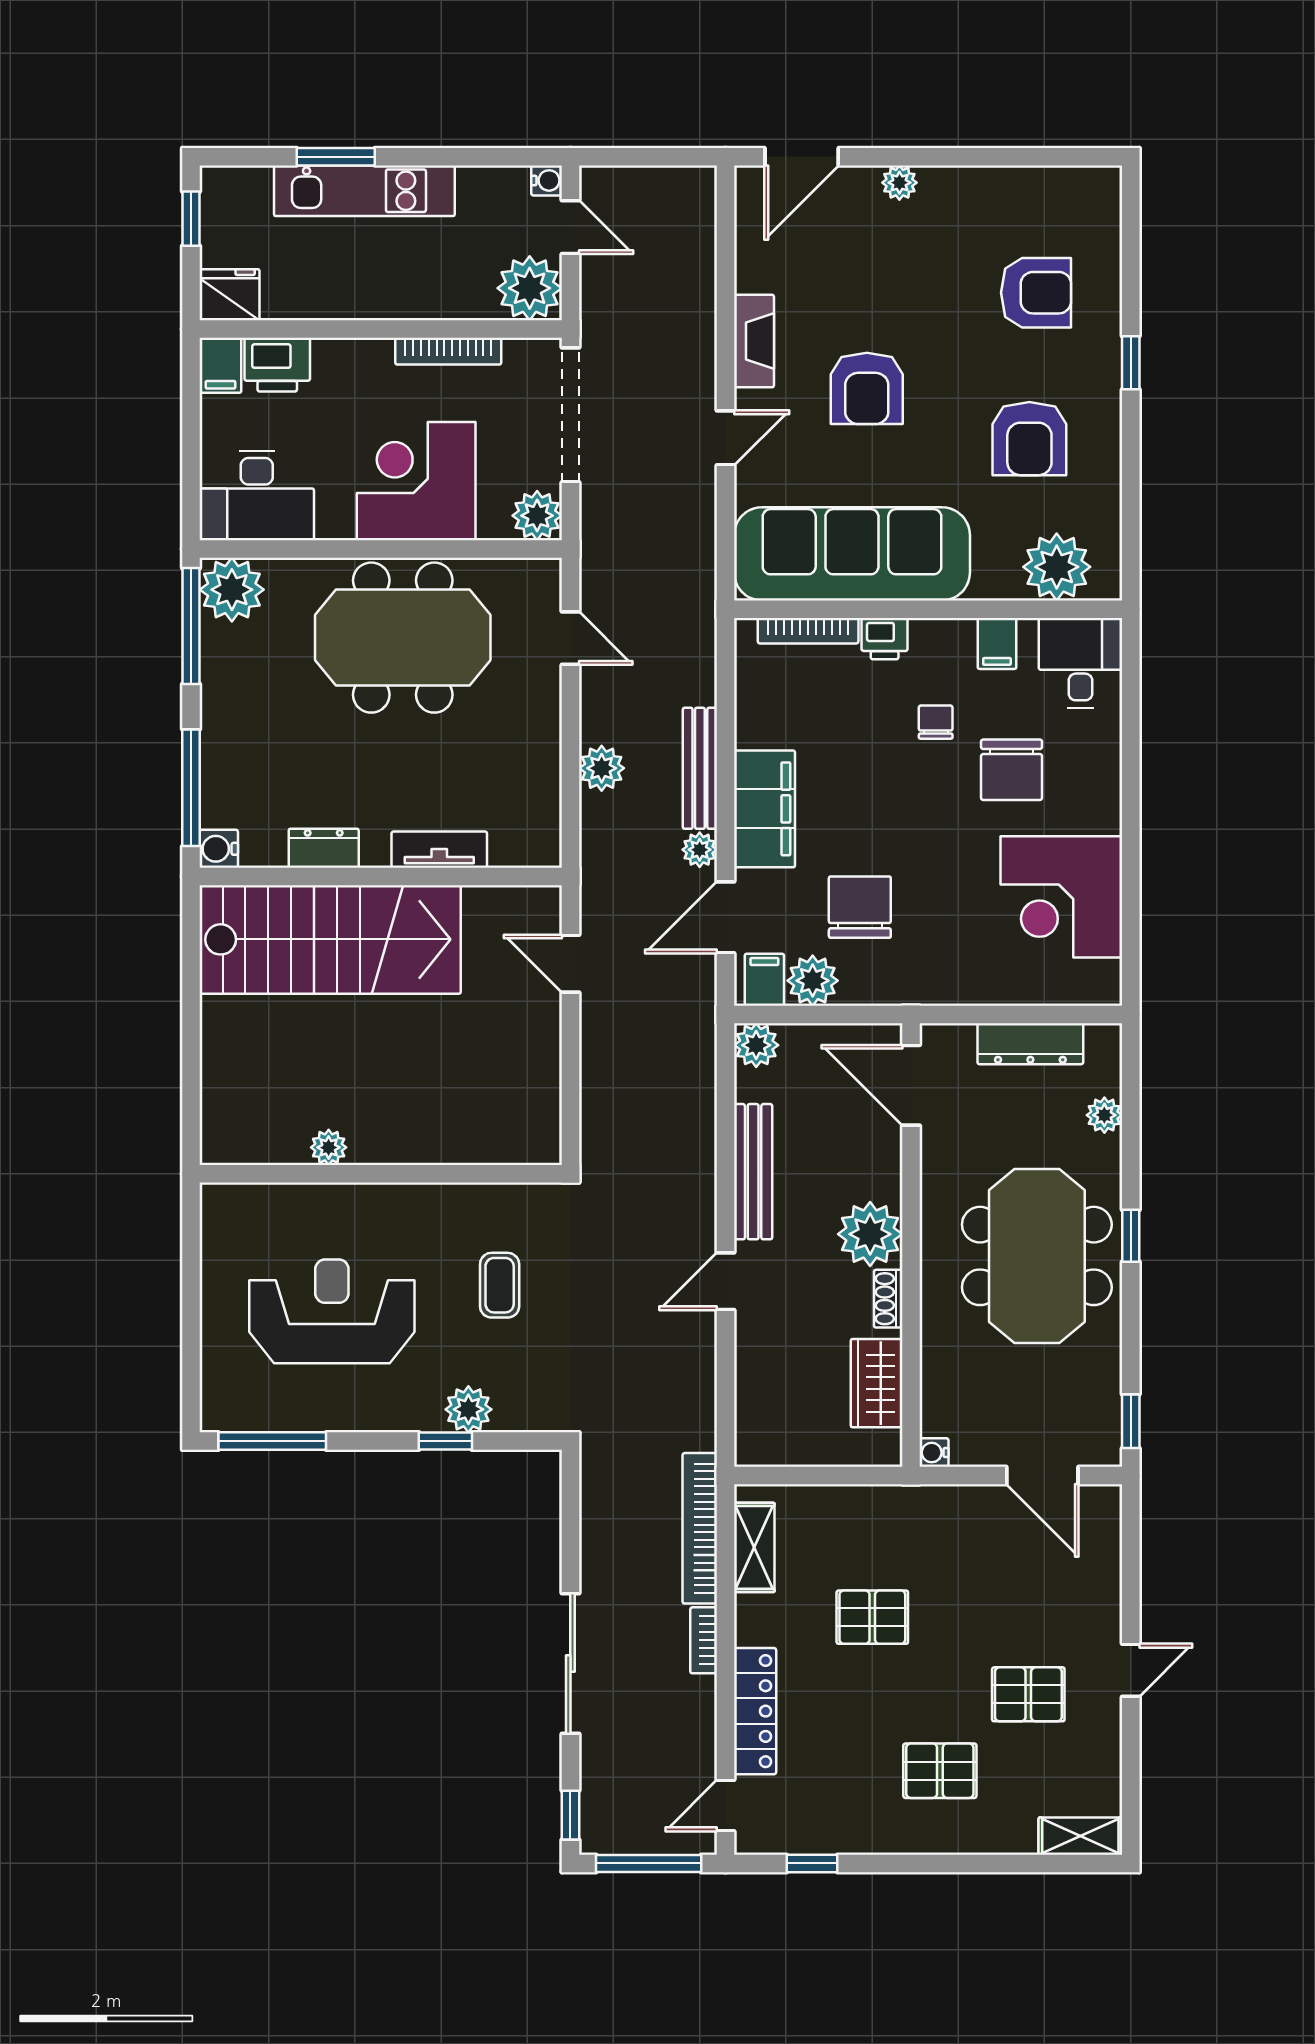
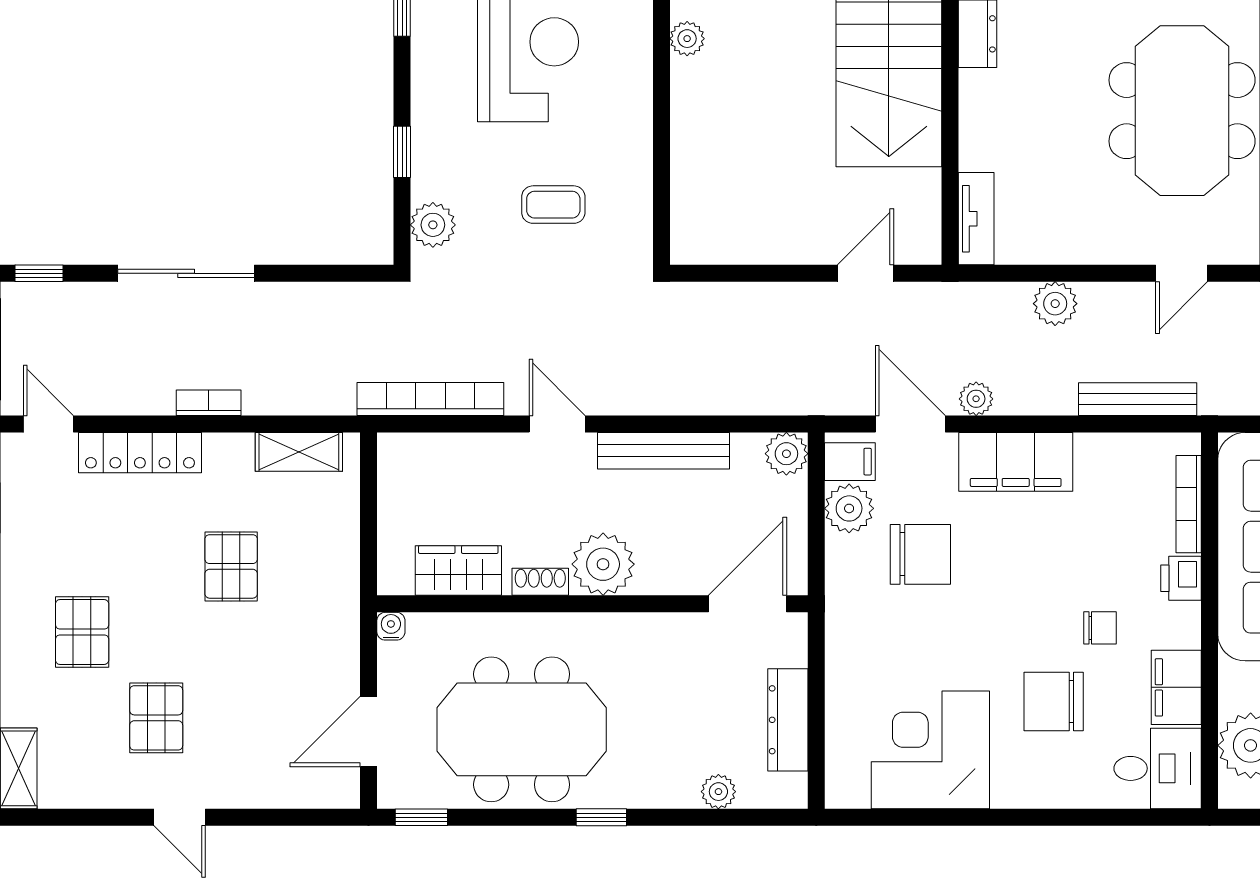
filing cabinet: (997, 643) -> (1176, 687), width x2.00
bench: (700, 768) -> (1138, 399), moved
tv unit: (439, 850) -> (976, 219), moved
meeting table: (1037, 1256) -> (522, 729), moved
plant: (468, 1409) -> (433, 225), moved
bookcase: (700, 1528) -> (430, 399), moved

